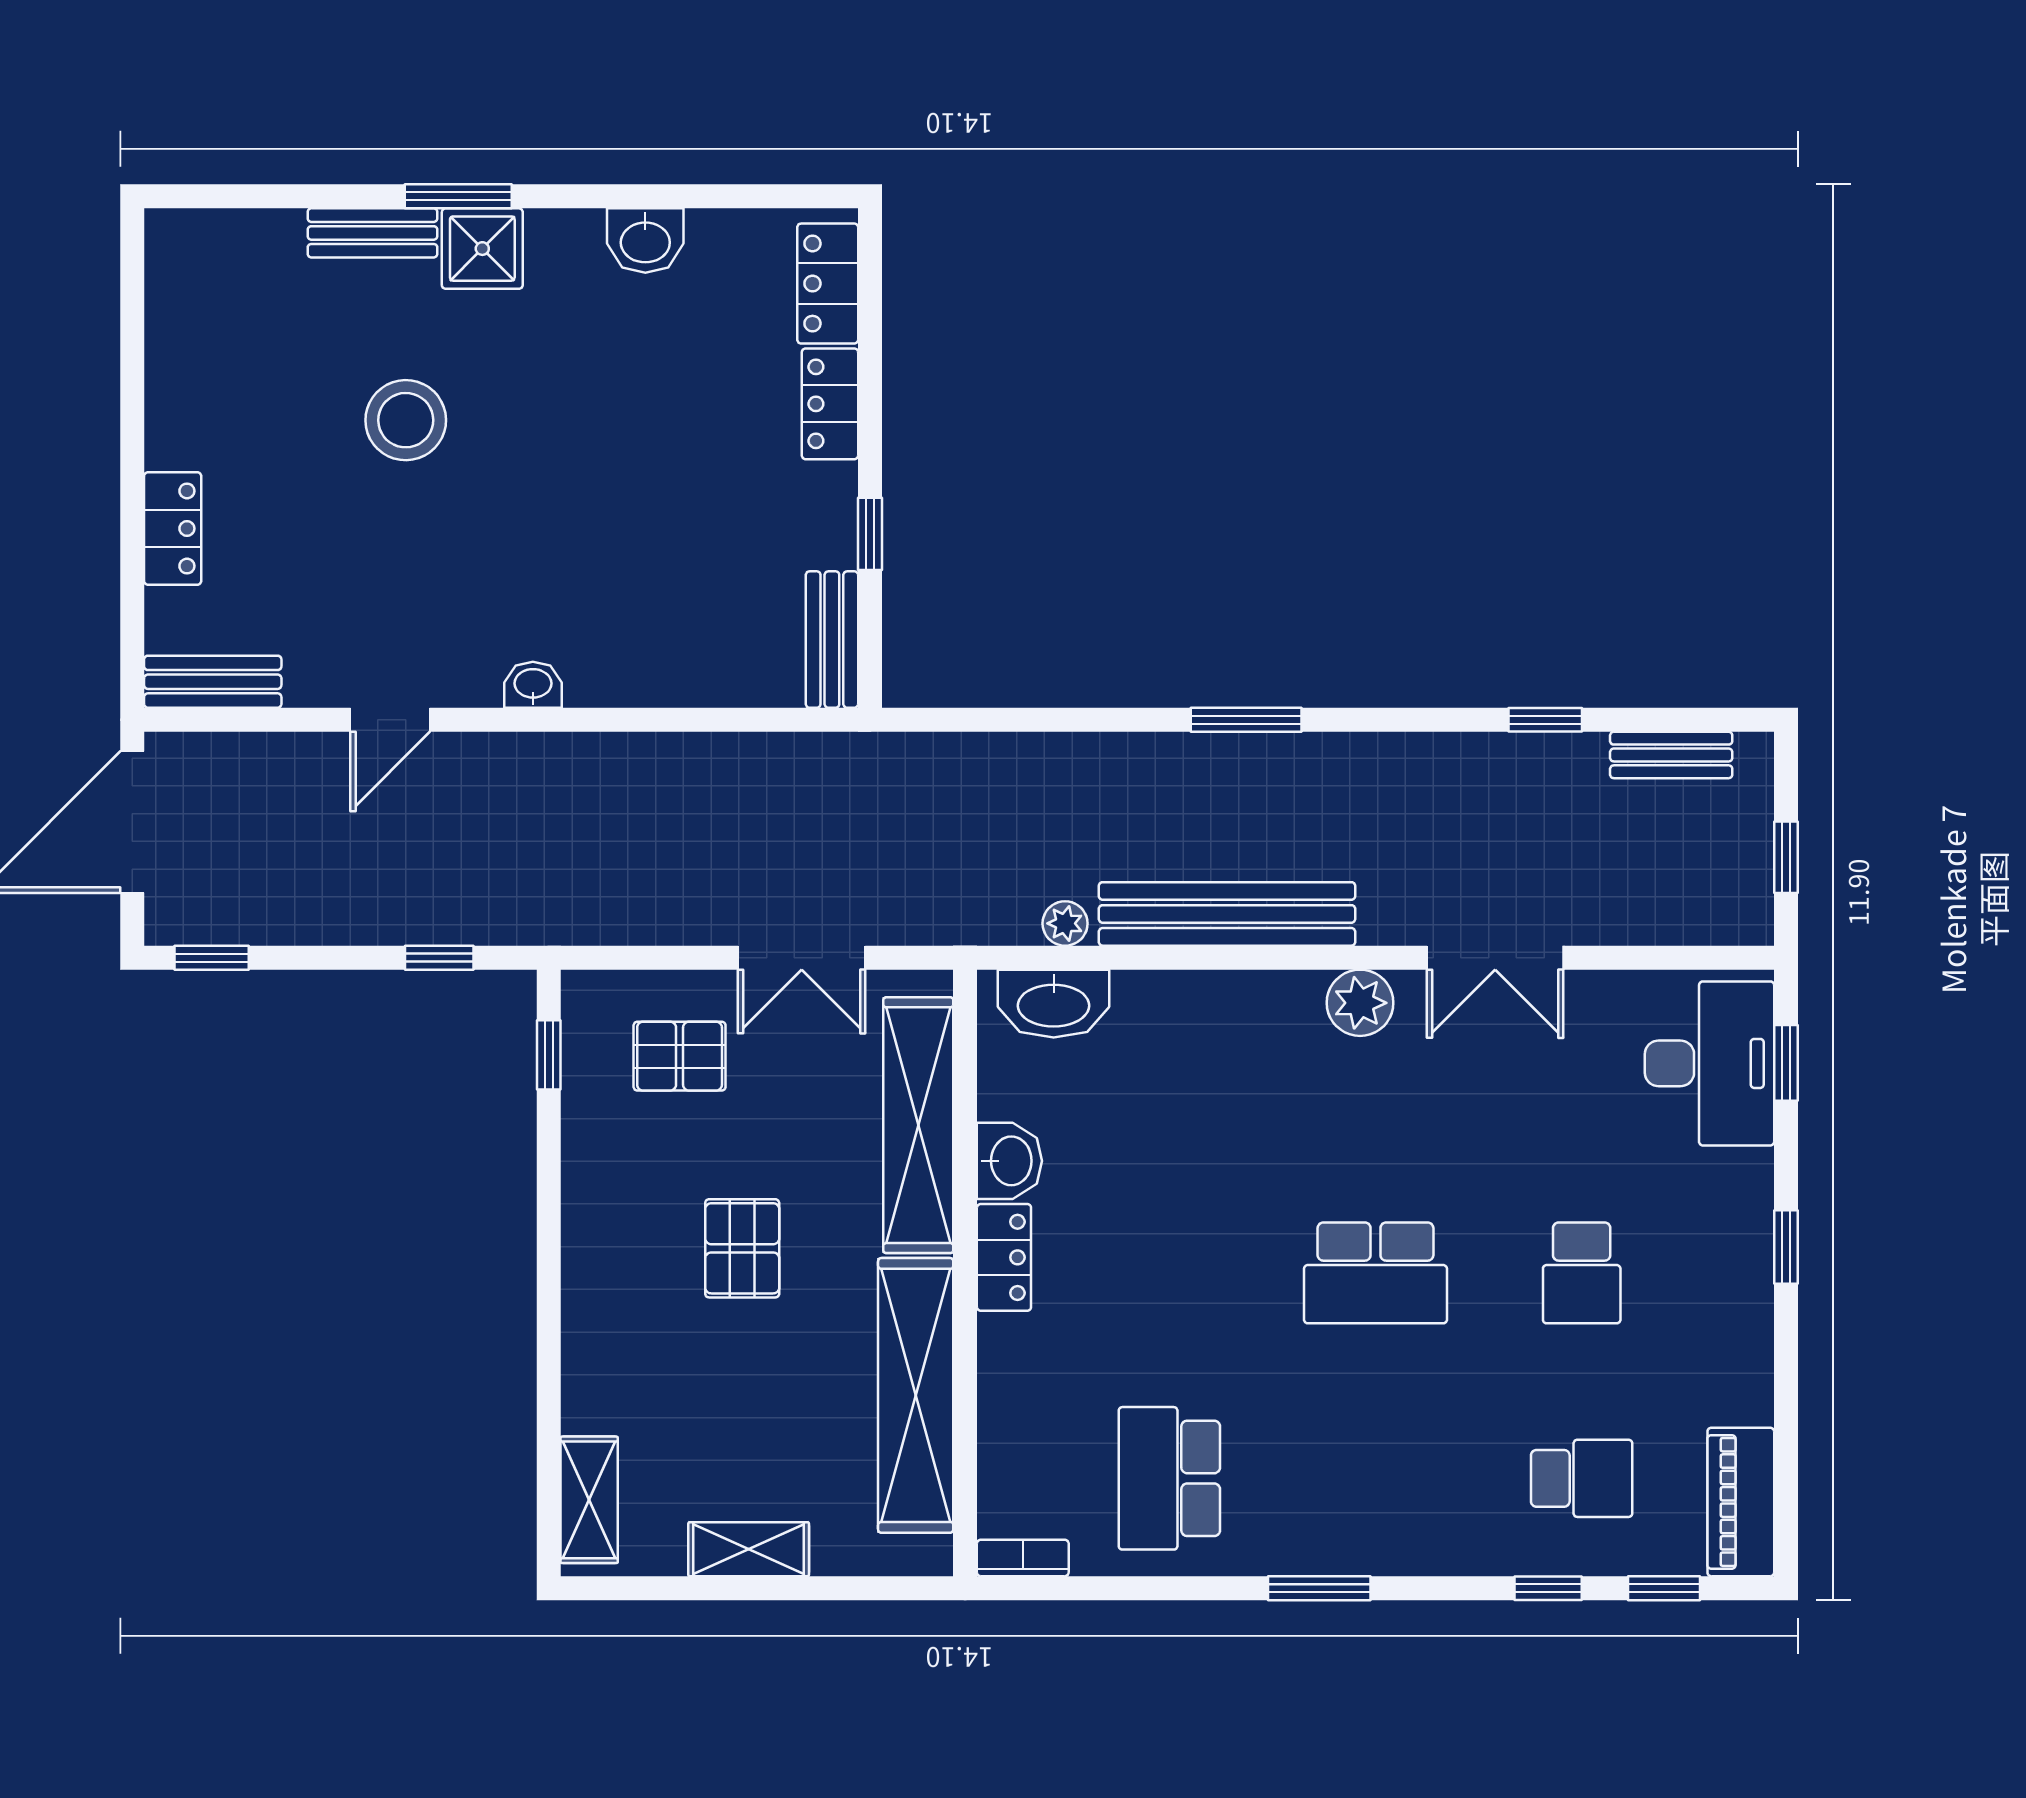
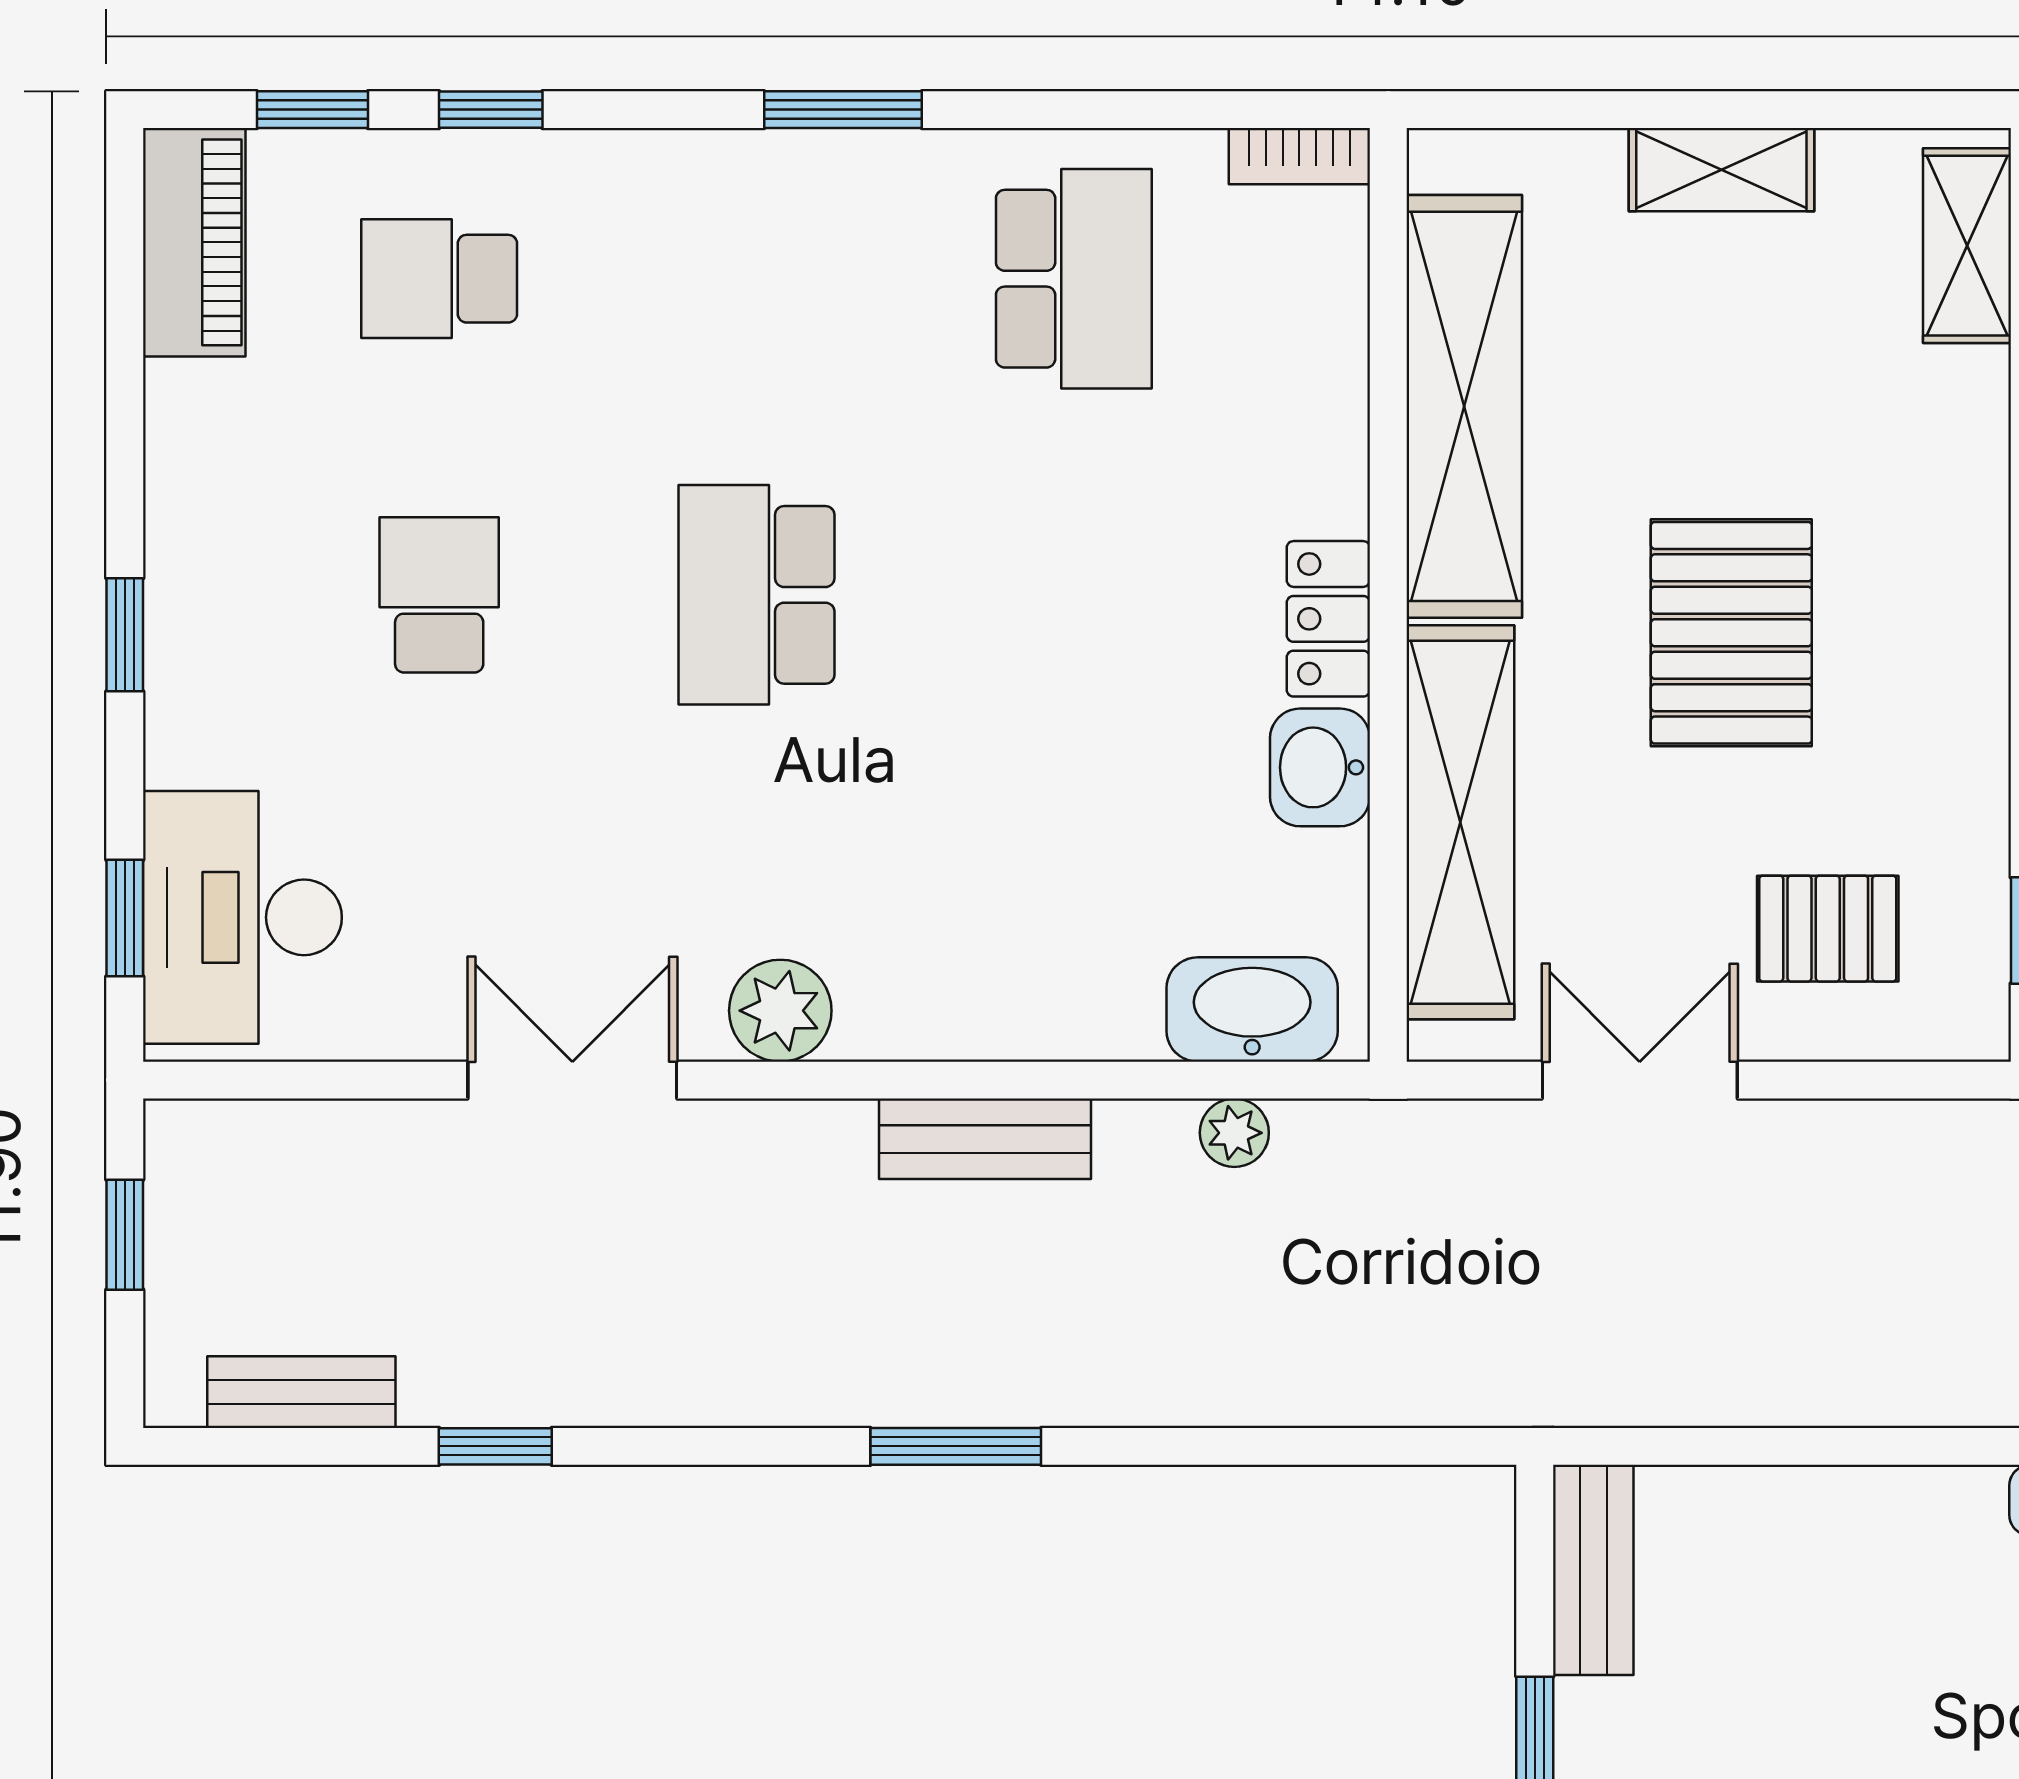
bench: (1227, 914) -> (985, 1139), width x0.54, depth x0.82
pallet: (742, 1248) -> (1731, 633), width x1.50, depth x1.42
school desk: (1375, 1273) -> (756, 595), turned -90

